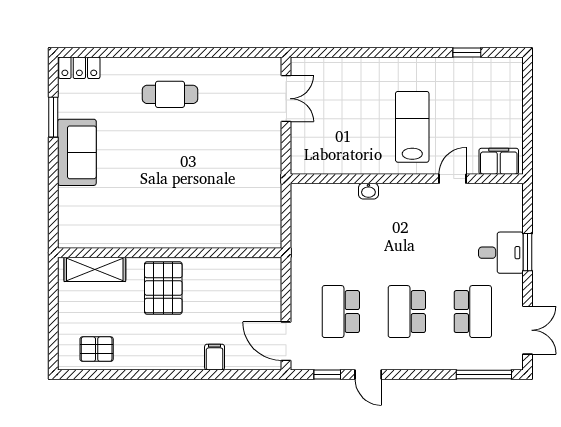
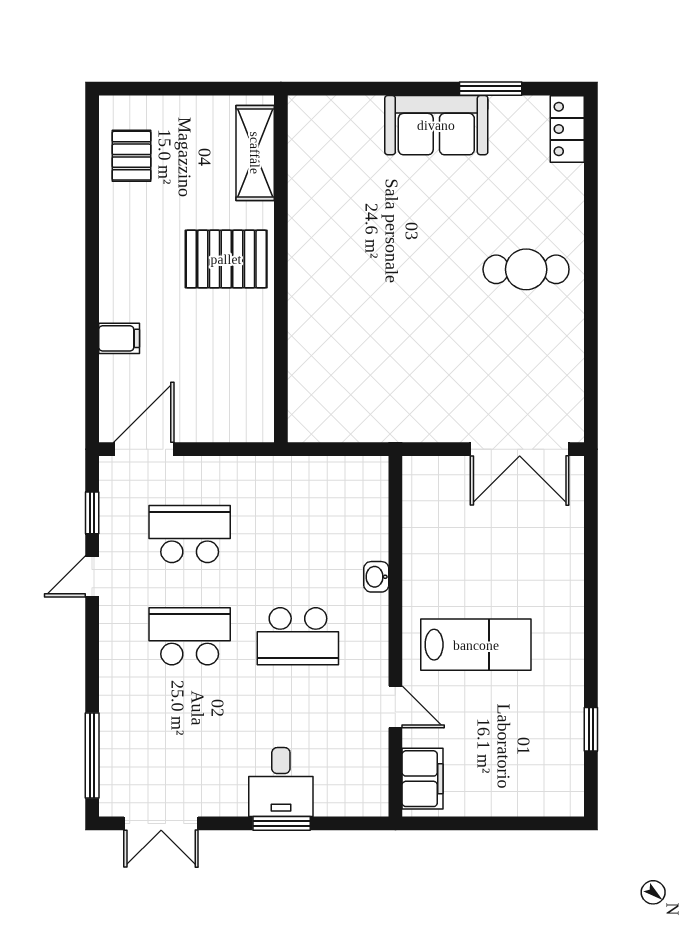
cafe table: (170, 94) -> (526, 269), turned 90
double door: (286, 99) -> (520, 449), width x1.37
school desk: (473, 312) -> (298, 636), moved

